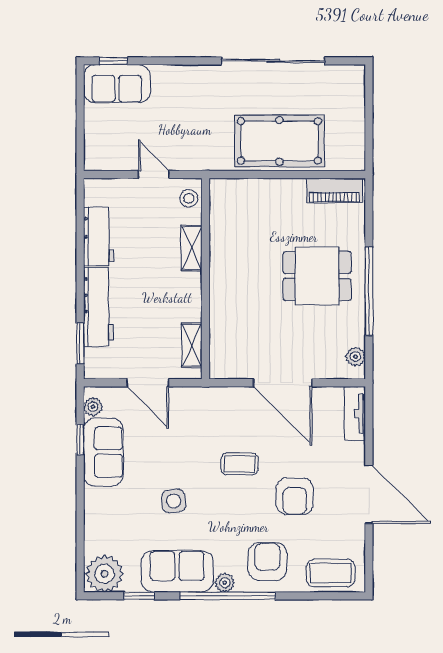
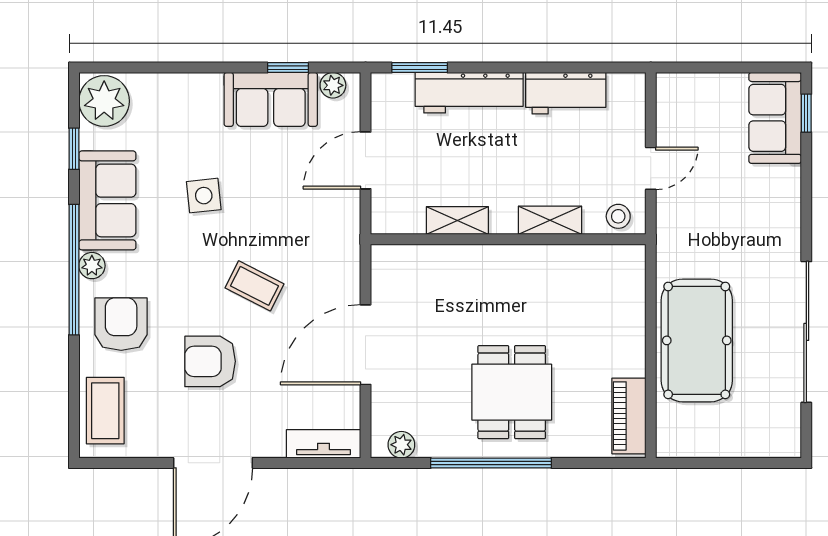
shelving: (192, 345) -> (457, 221), moved
coffee table: (240, 464) -> (254, 286), turned -63
armchair: (267, 561) -> (121, 324), turned -90

